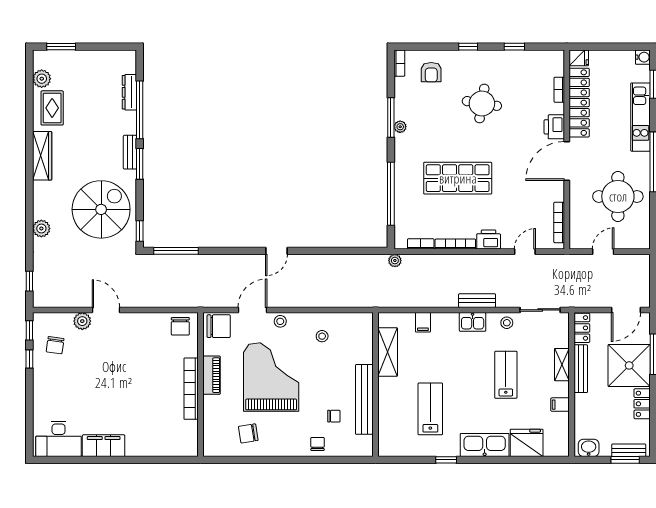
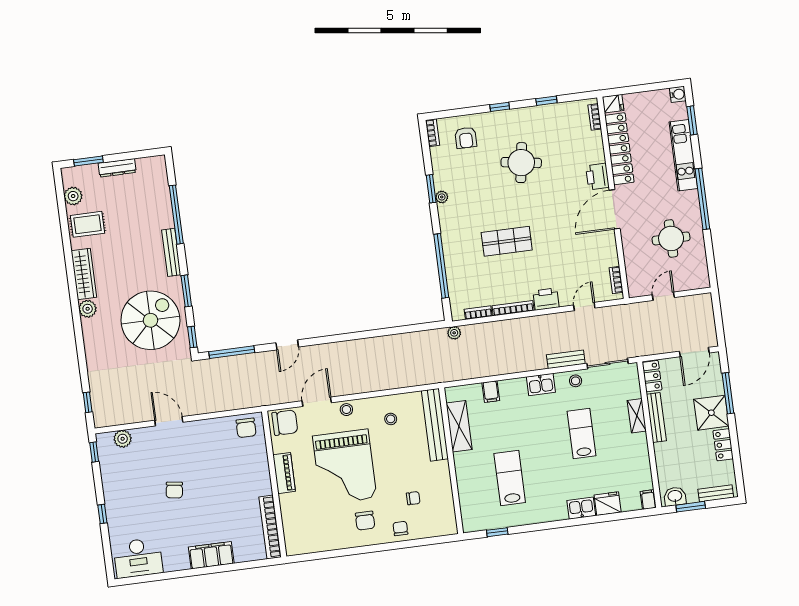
bookcase: (559, 90) -> (595, 117), moved
dresser: (129, 92) -> (117, 168), moved, turned -90
rug: (52, 108) -> (87, 224), turned 90
window: (391, 117) -> (431, 189), width x0.69
bench: (130, 152) -> (171, 252), width x1.36
window: (140, 164) -> (186, 291), moved
shop shelf: (458, 178) -> (507, 241), width x0.70, depth x0.74
round table: (618, 196) -> (671, 238), width x0.73, depth x0.73
bookcase: (559, 222) -> (616, 280), width x0.64
plant: (41, 229) -> (88, 309), moved
door: (276, 251) -> (287, 345), moved
bench: (477, 301) -> (566, 359), moved
plant: (82, 321) -> (123, 439), moved
chair: (55, 345) -> (174, 490), moved
window: (29, 359) -> (102, 514), moved
shower: (629, 365) -> (711, 413), width x0.73, depth x0.73
grand piano: (271, 377) -> (345, 467), turned 180
bookcase: (191, 389) -> (270, 527), moved
bench: (364, 399) -> (435, 425), moved
filing cabinet: (560, 405) -> (648, 500), moved, turned 90
chair: (248, 433) -> (365, 521), moved, turned -81
fridge: (527, 443) -> (608, 504), width x0.73, depth x0.75
kitchen sink: (485, 445) -> (581, 508), width x0.53, depth x0.81
filing cabinet: (104, 446) -> (211, 555), moved
window: (446, 460) -> (497, 532), moved
window: (625, 460) -> (691, 507), moved

